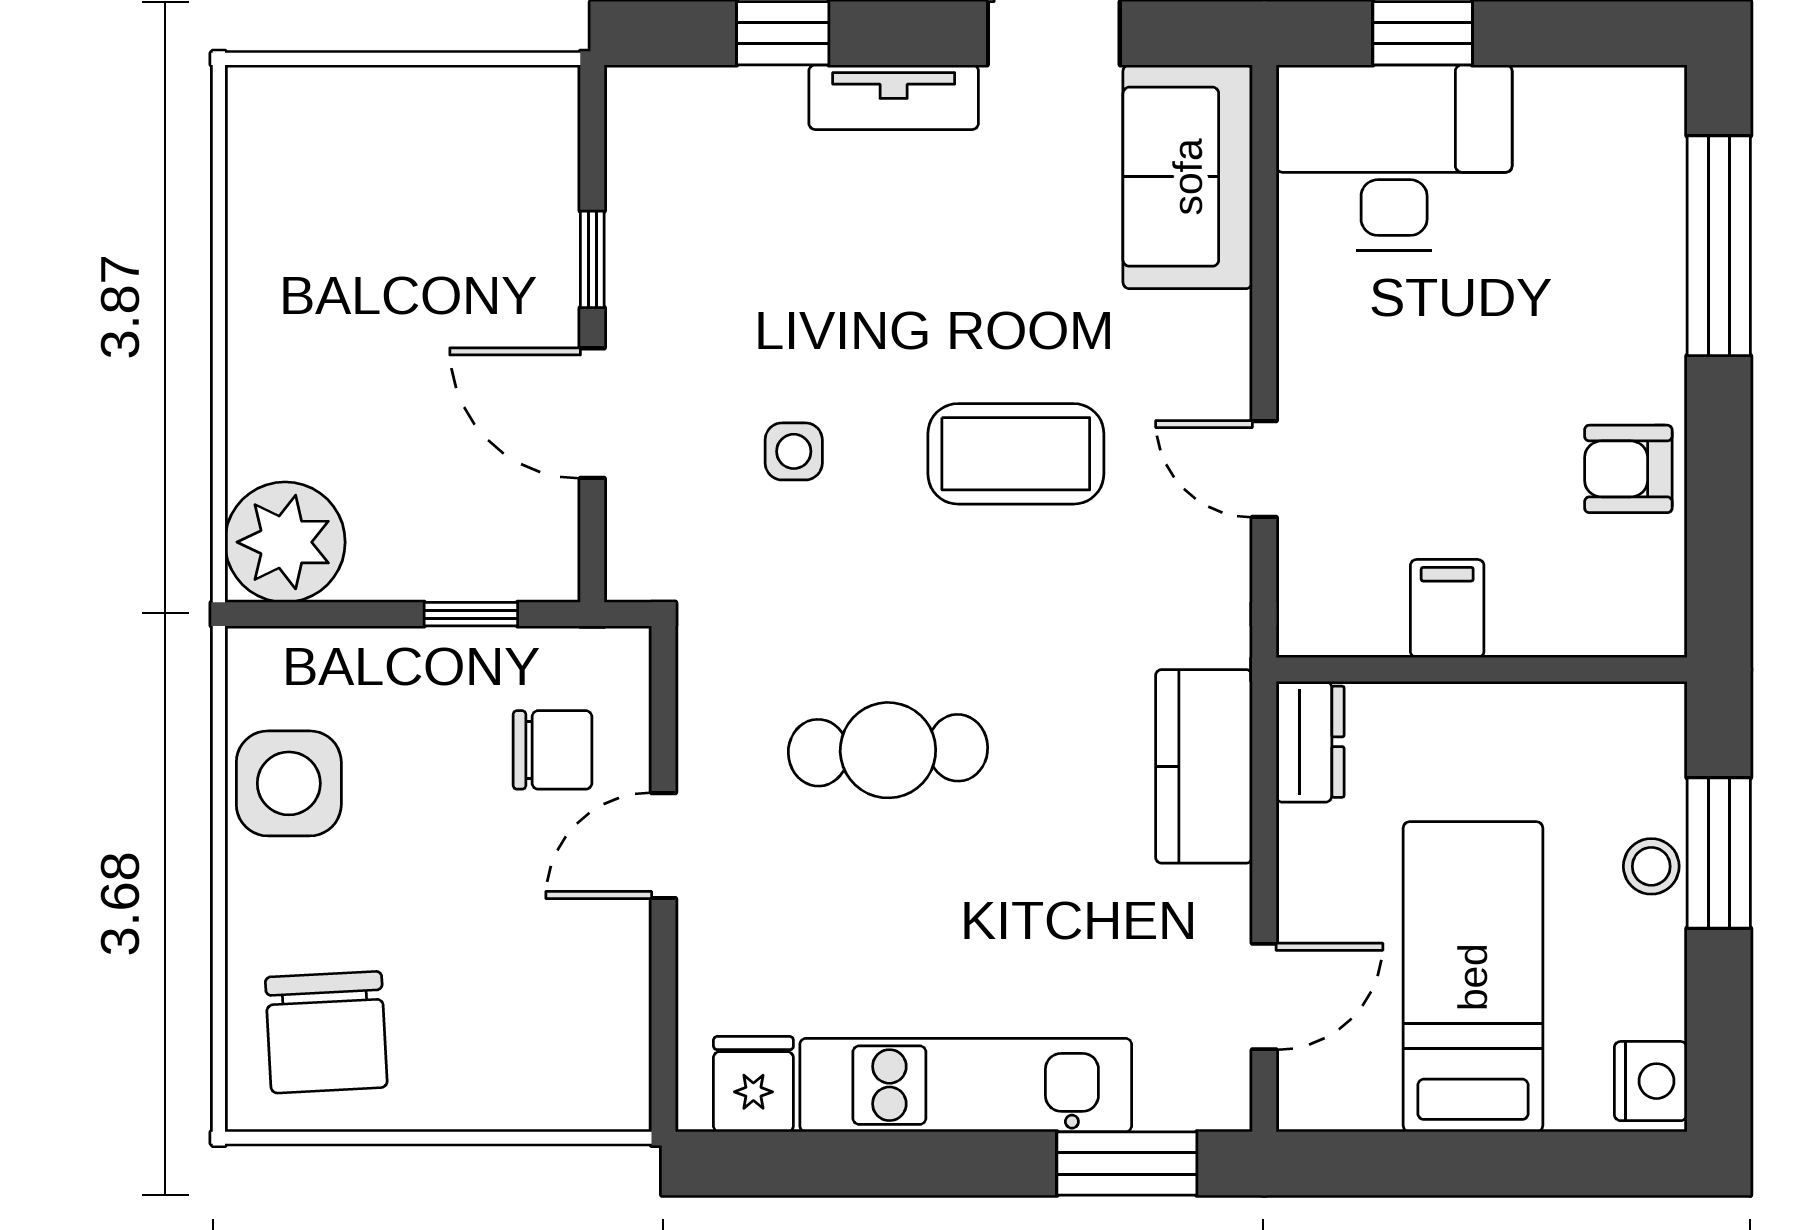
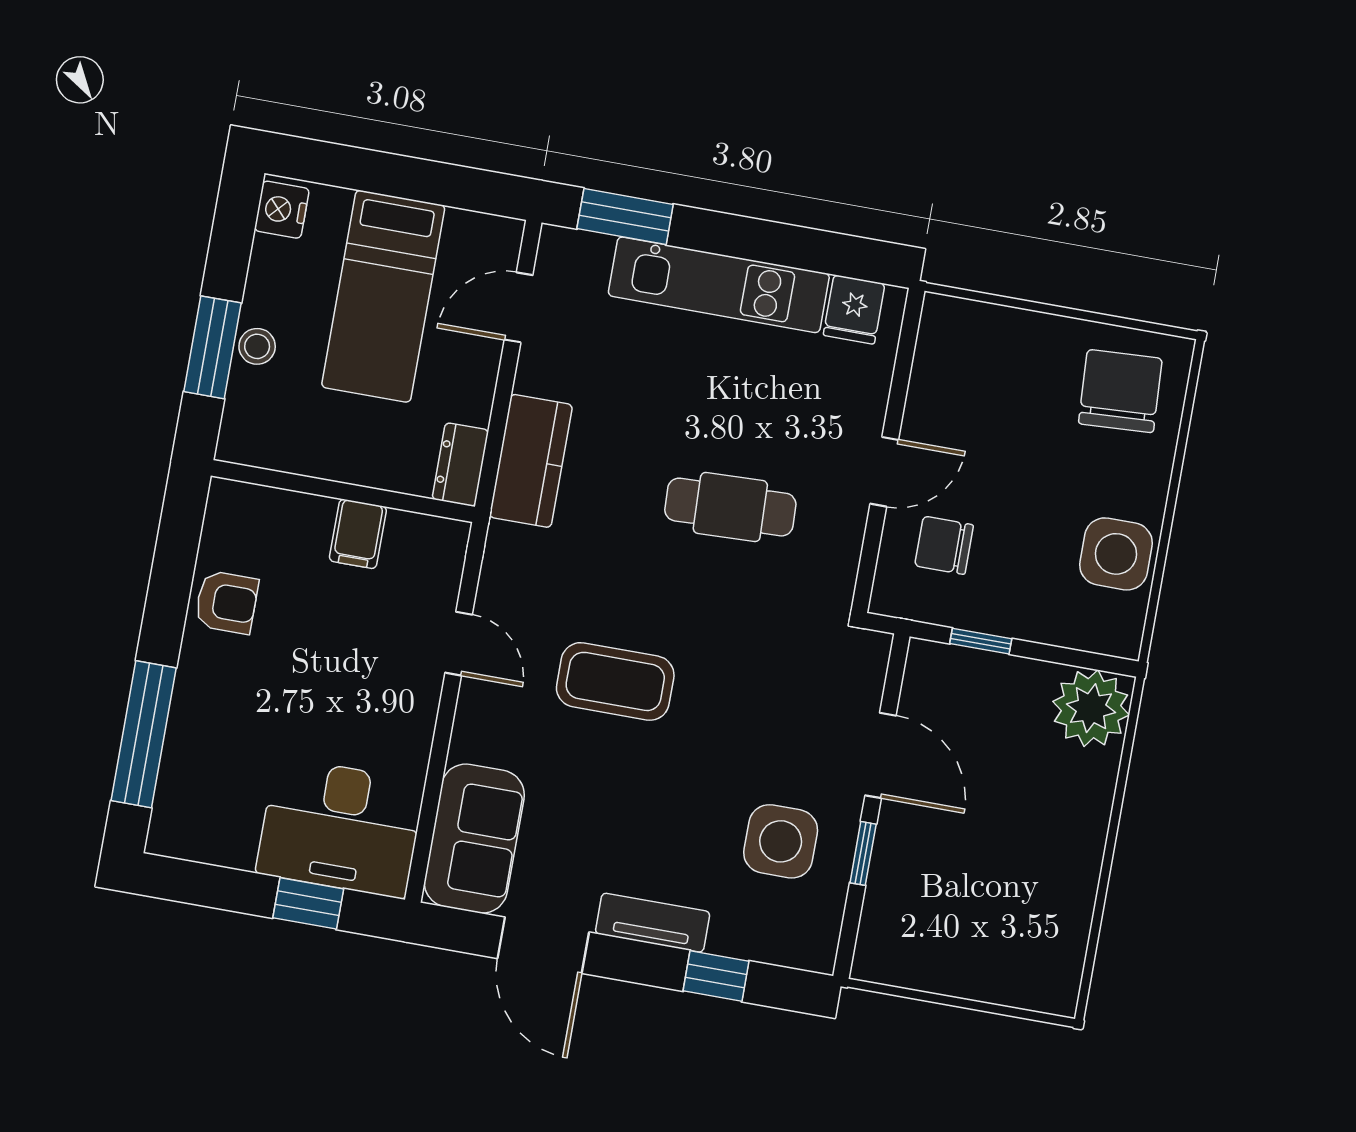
side table: (794, 451) -> (781, 841), moved, width x1.87, depth x1.87

